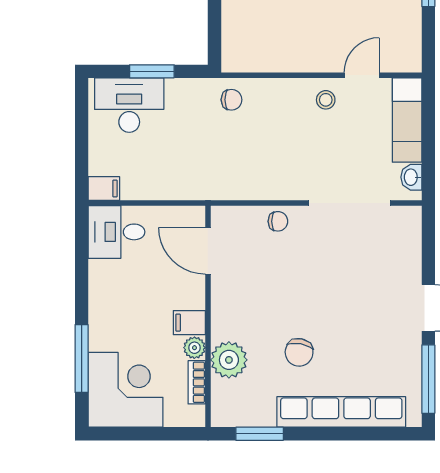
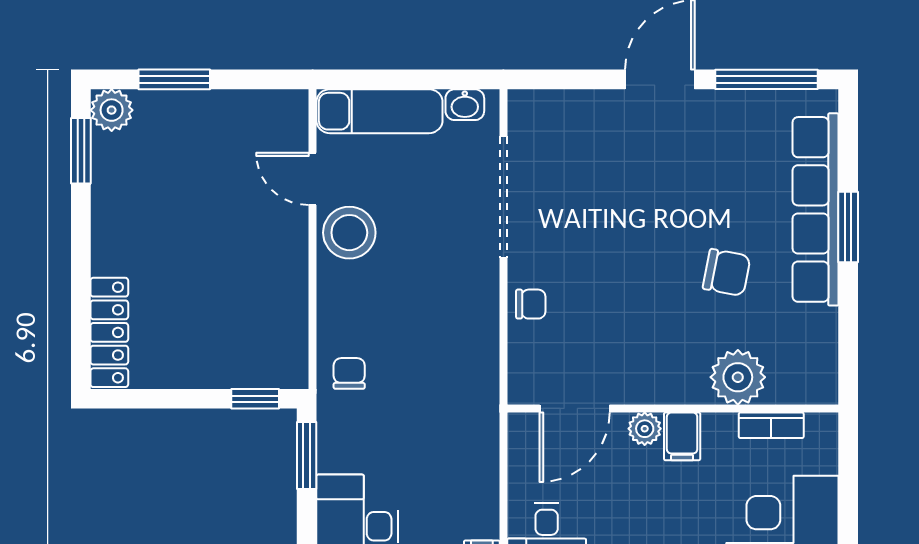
window: (215, 37) -> (255, 399), added
window: (152, 71) -> (307, 456), moved
stool: (326, 100) -> (349, 233), width x1.89, depth x1.89
chair: (278, 221) -> (531, 304), turned 90
plant: (194, 348) -> (645, 429), moved
window: (260, 434) -> (848, 227), moved

